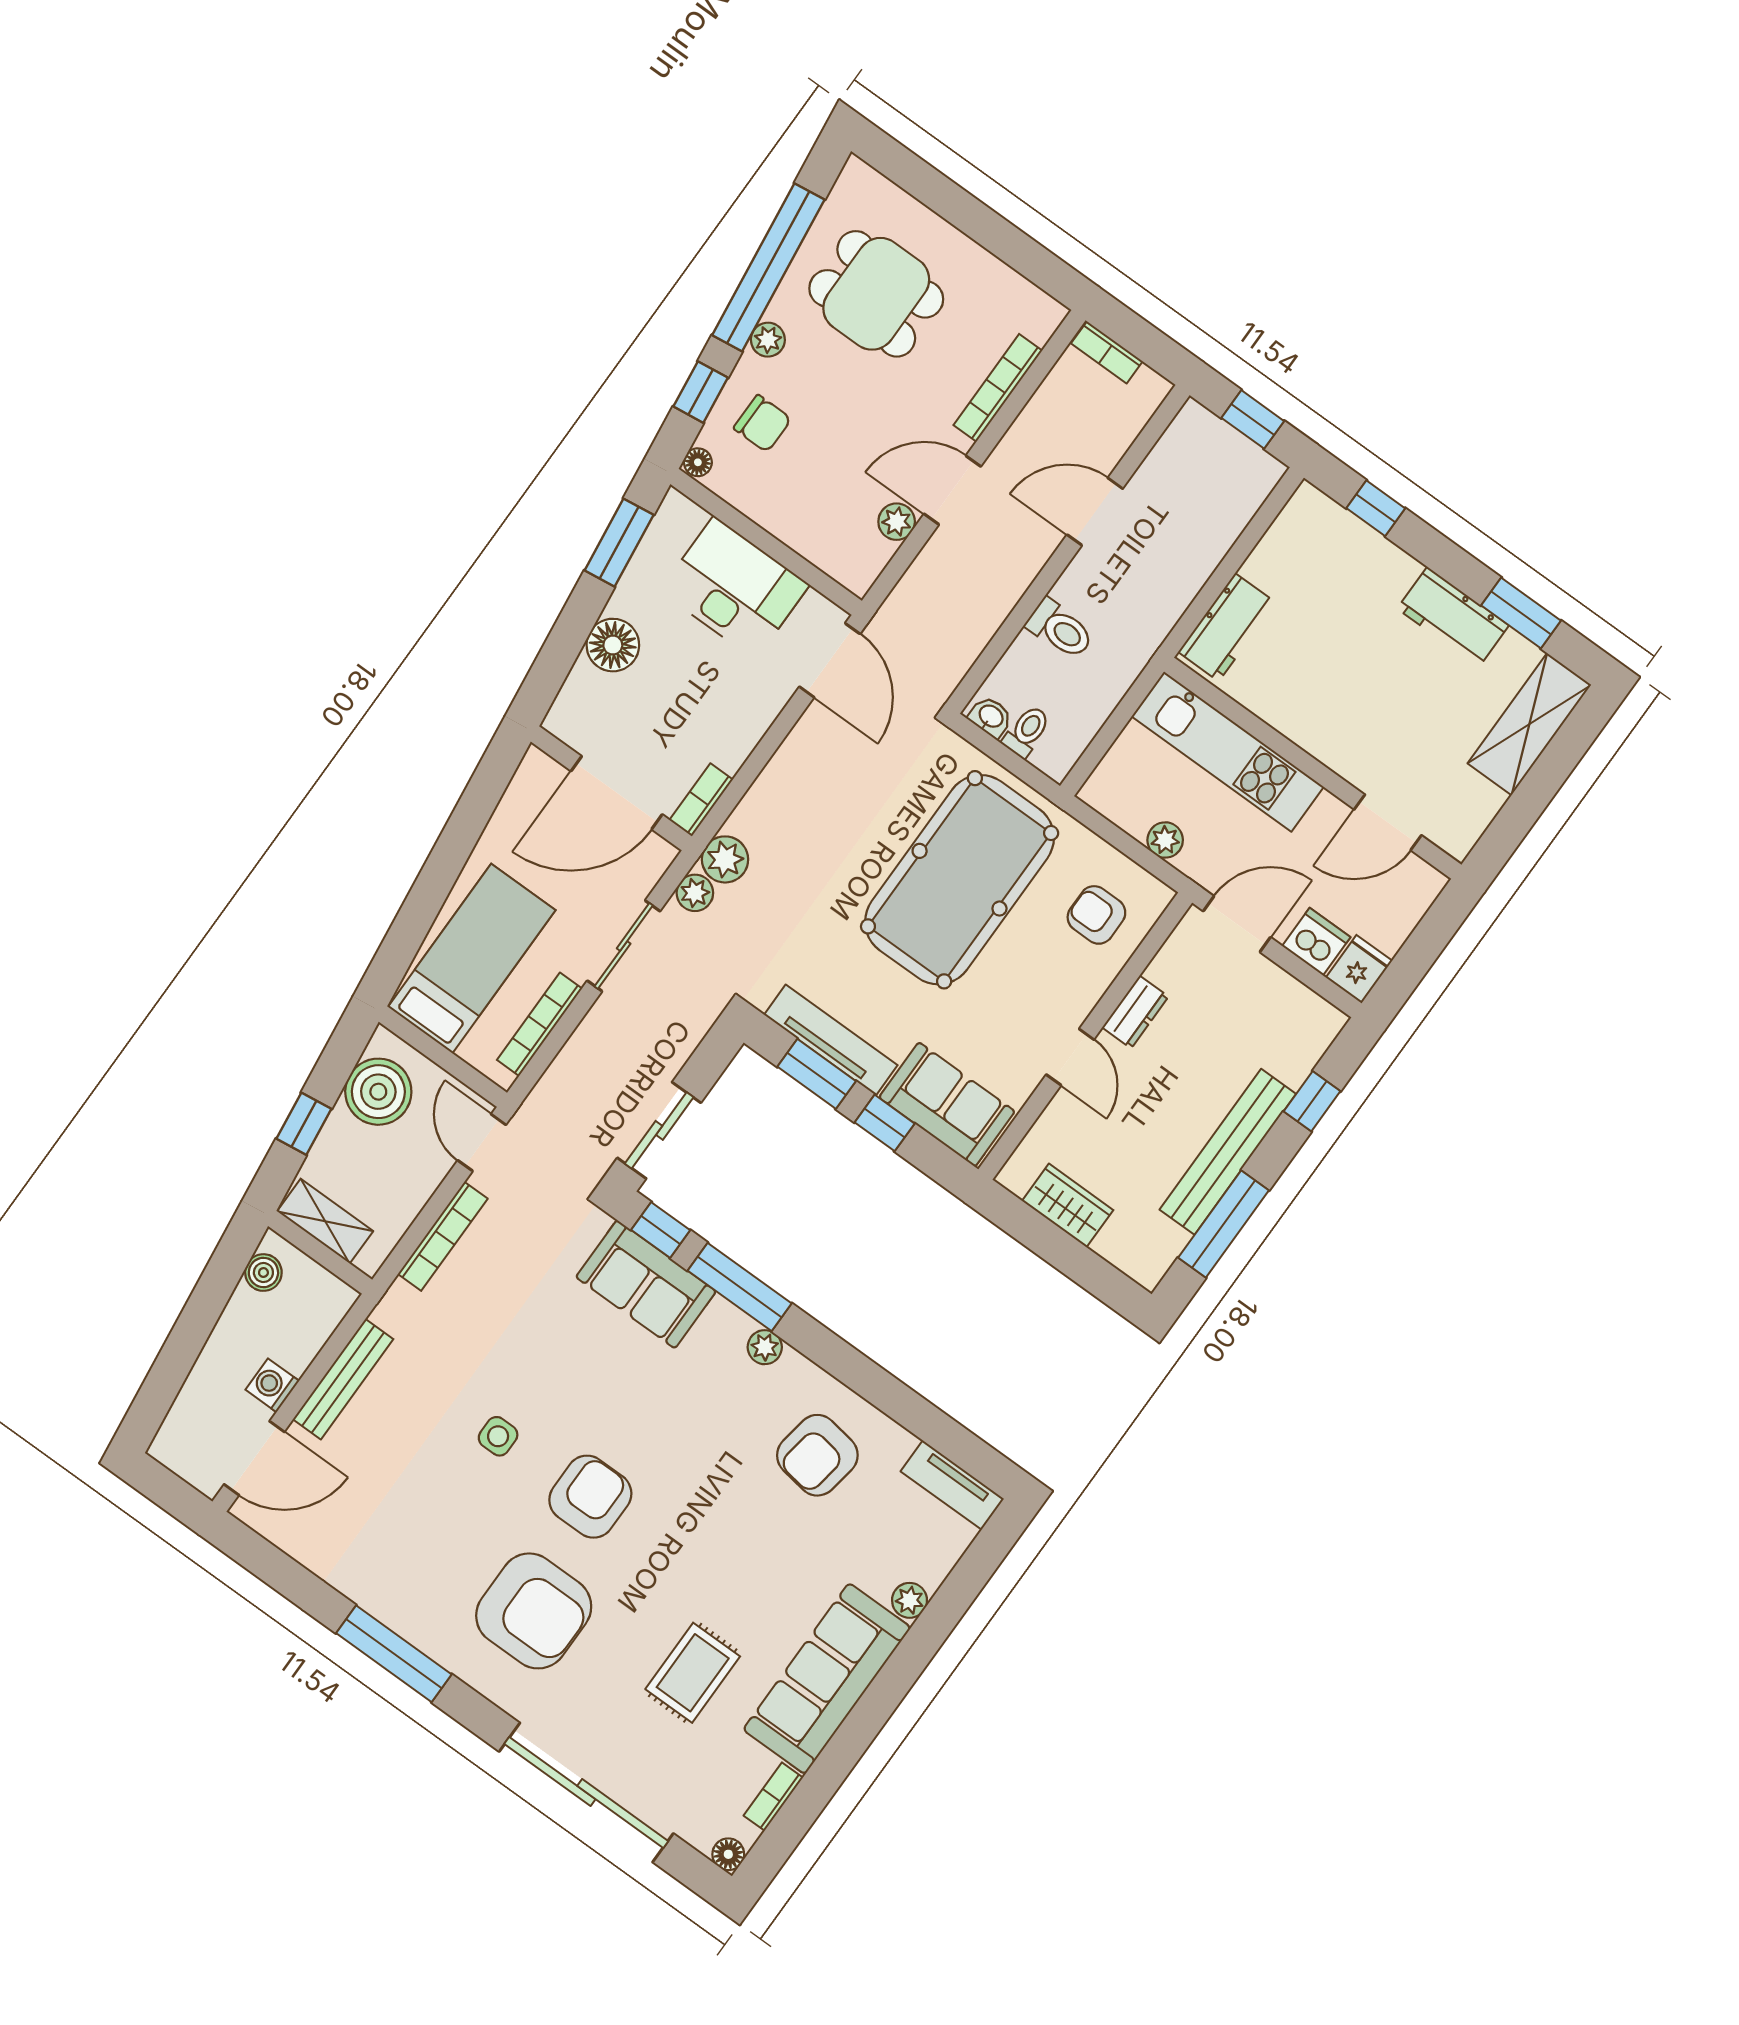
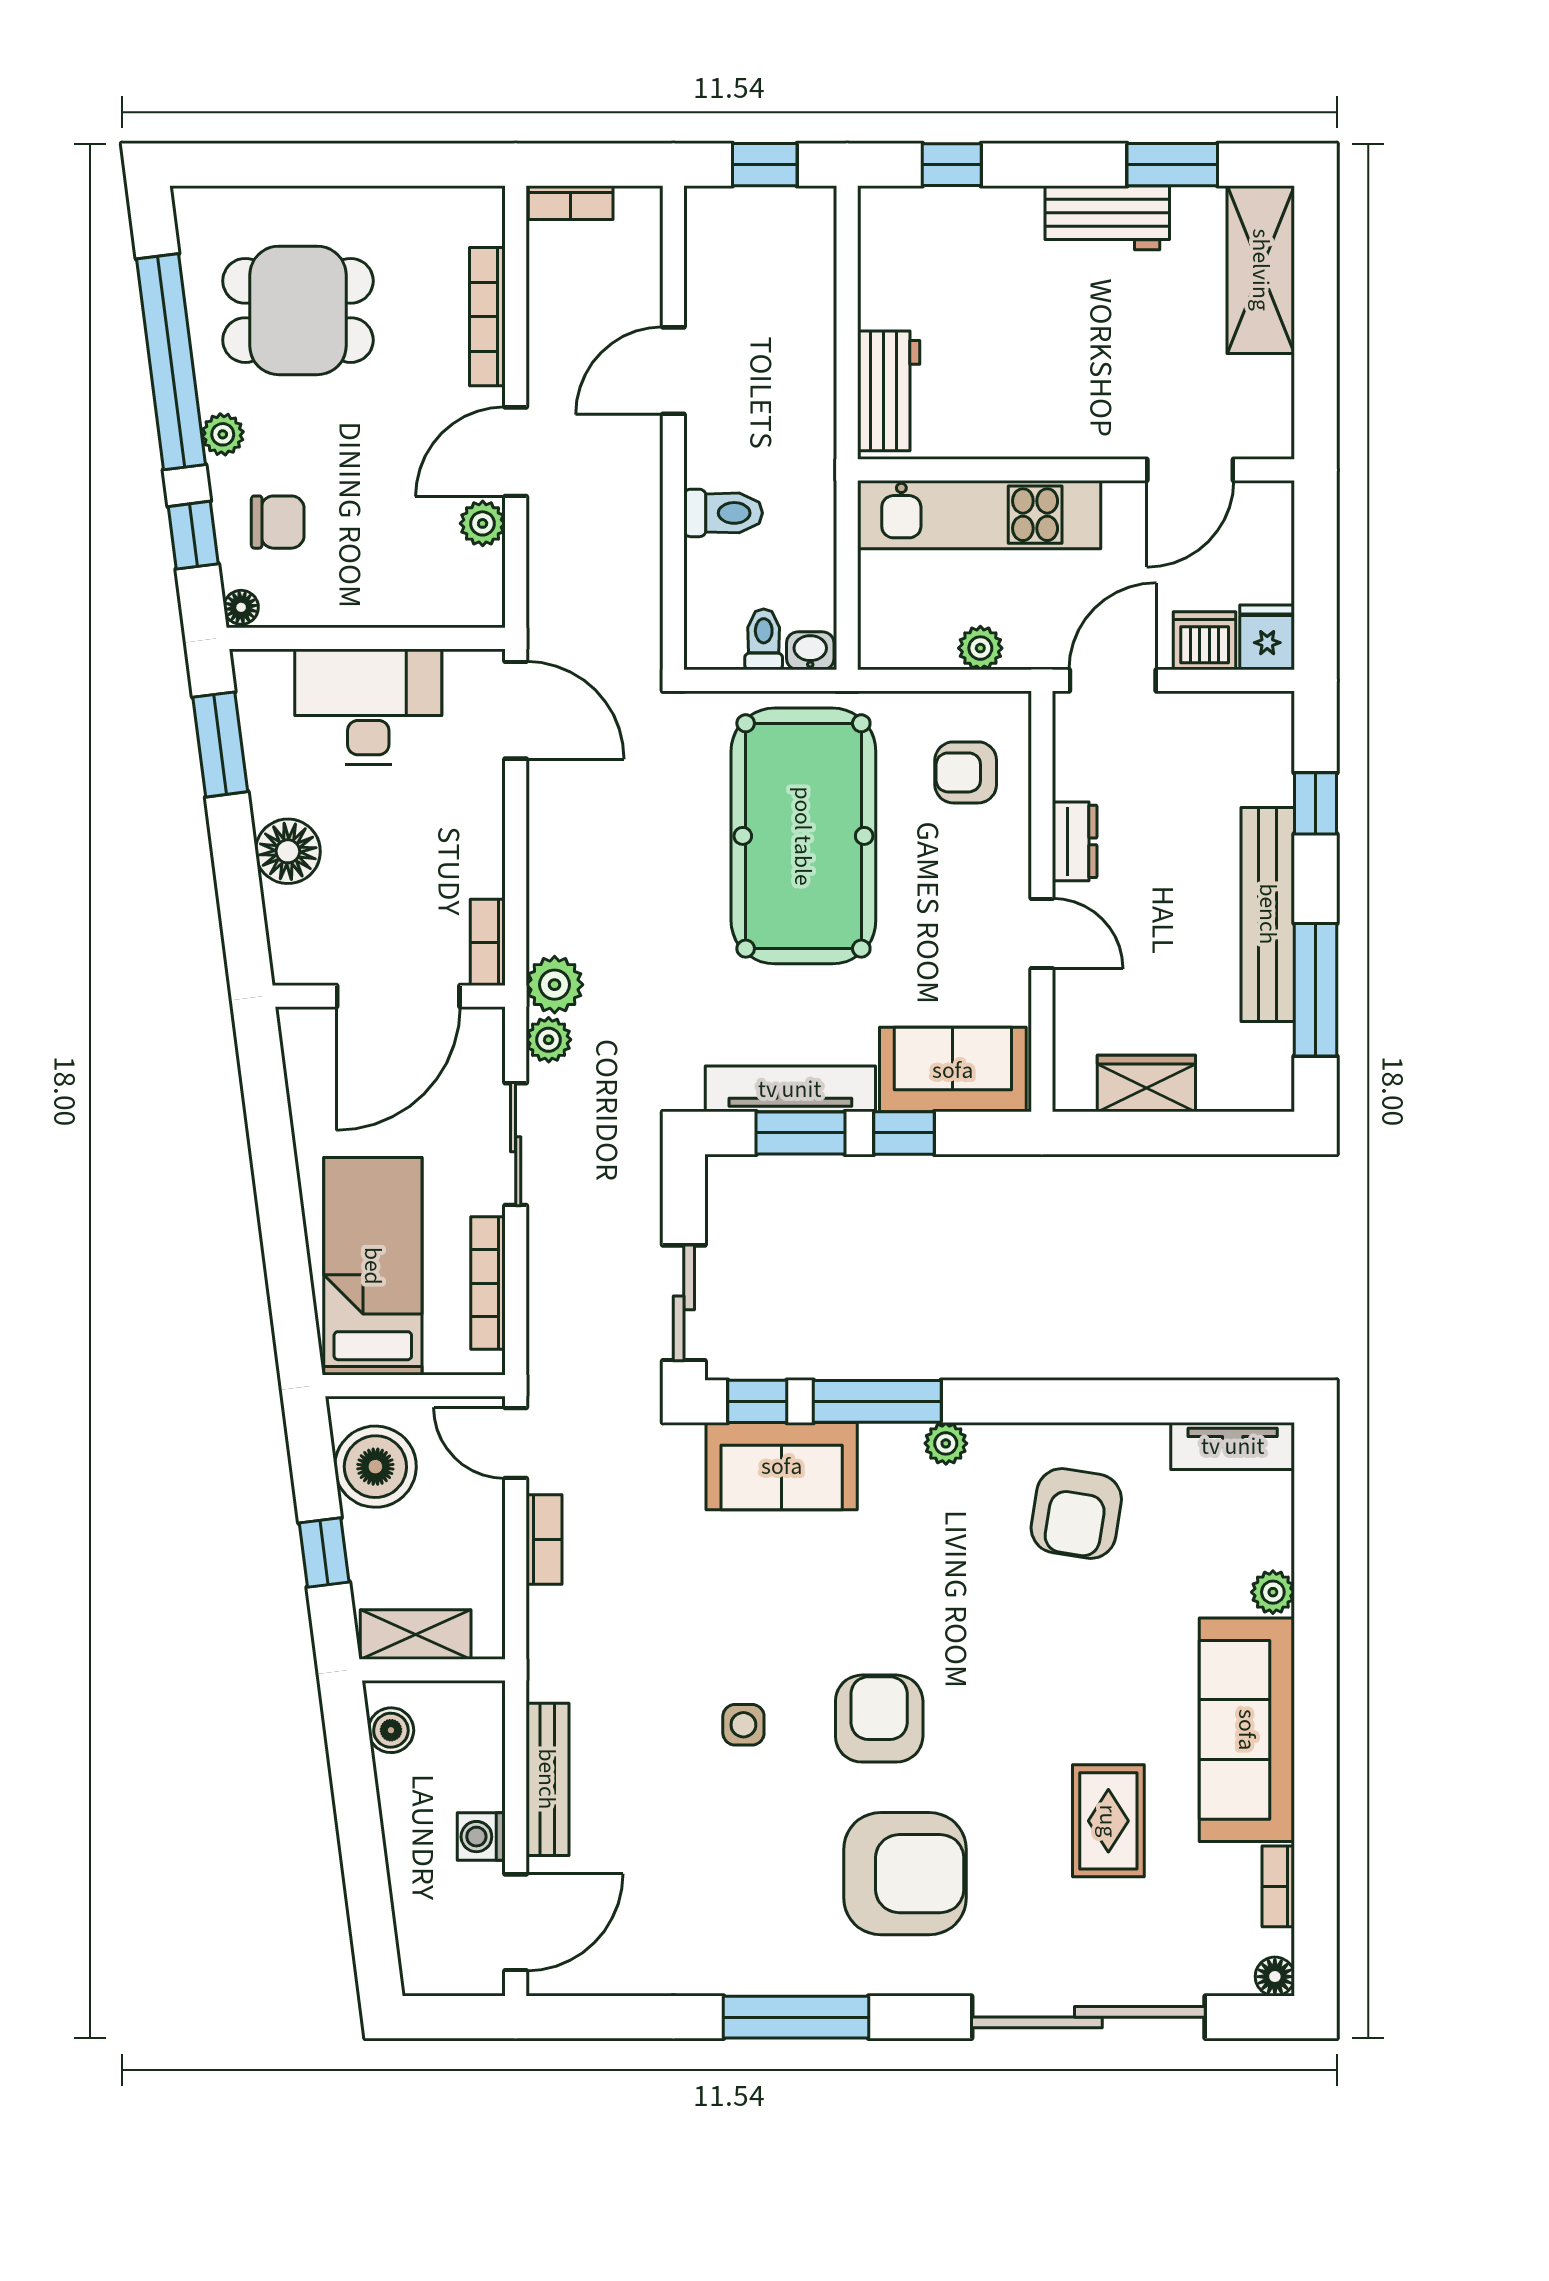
washbasin: (991, 717) -> (810, 651), moved
bookcase: (443, 1236) -> (544, 1540), width x0.64

